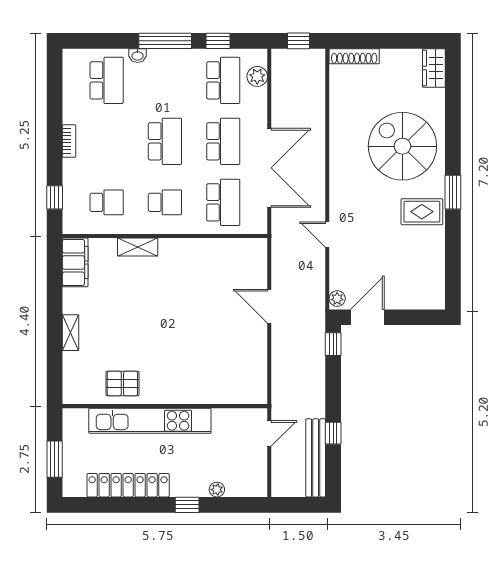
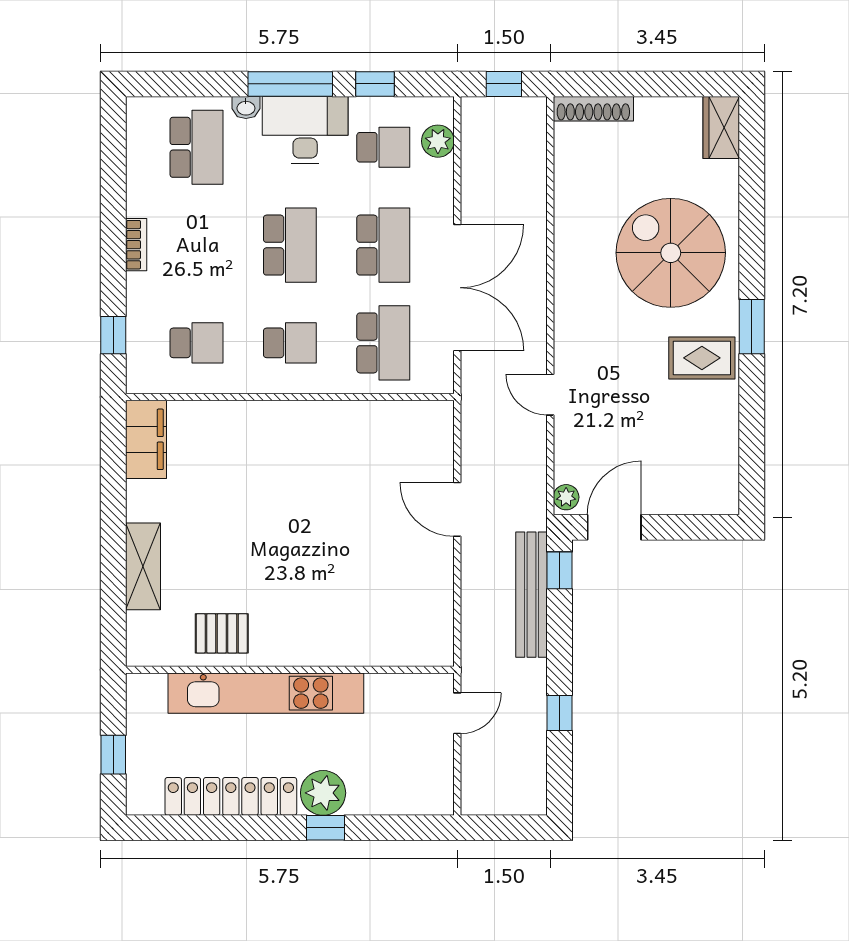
desk: (174, 69) -> (305, 130), added
school desk: (223, 80) -> (383, 147), width x0.54
shelving: (138, 247) -> (246, 415), removed
shelving: (71, 333) -> (143, 566), width x1.50, depth x1.33
bench: (316, 458) -> (532, 595), moved
window: (55, 459) -> (113, 755), width x0.67
plant: (217, 490) -> (323, 793), moved, width x1.88, depth x1.88

